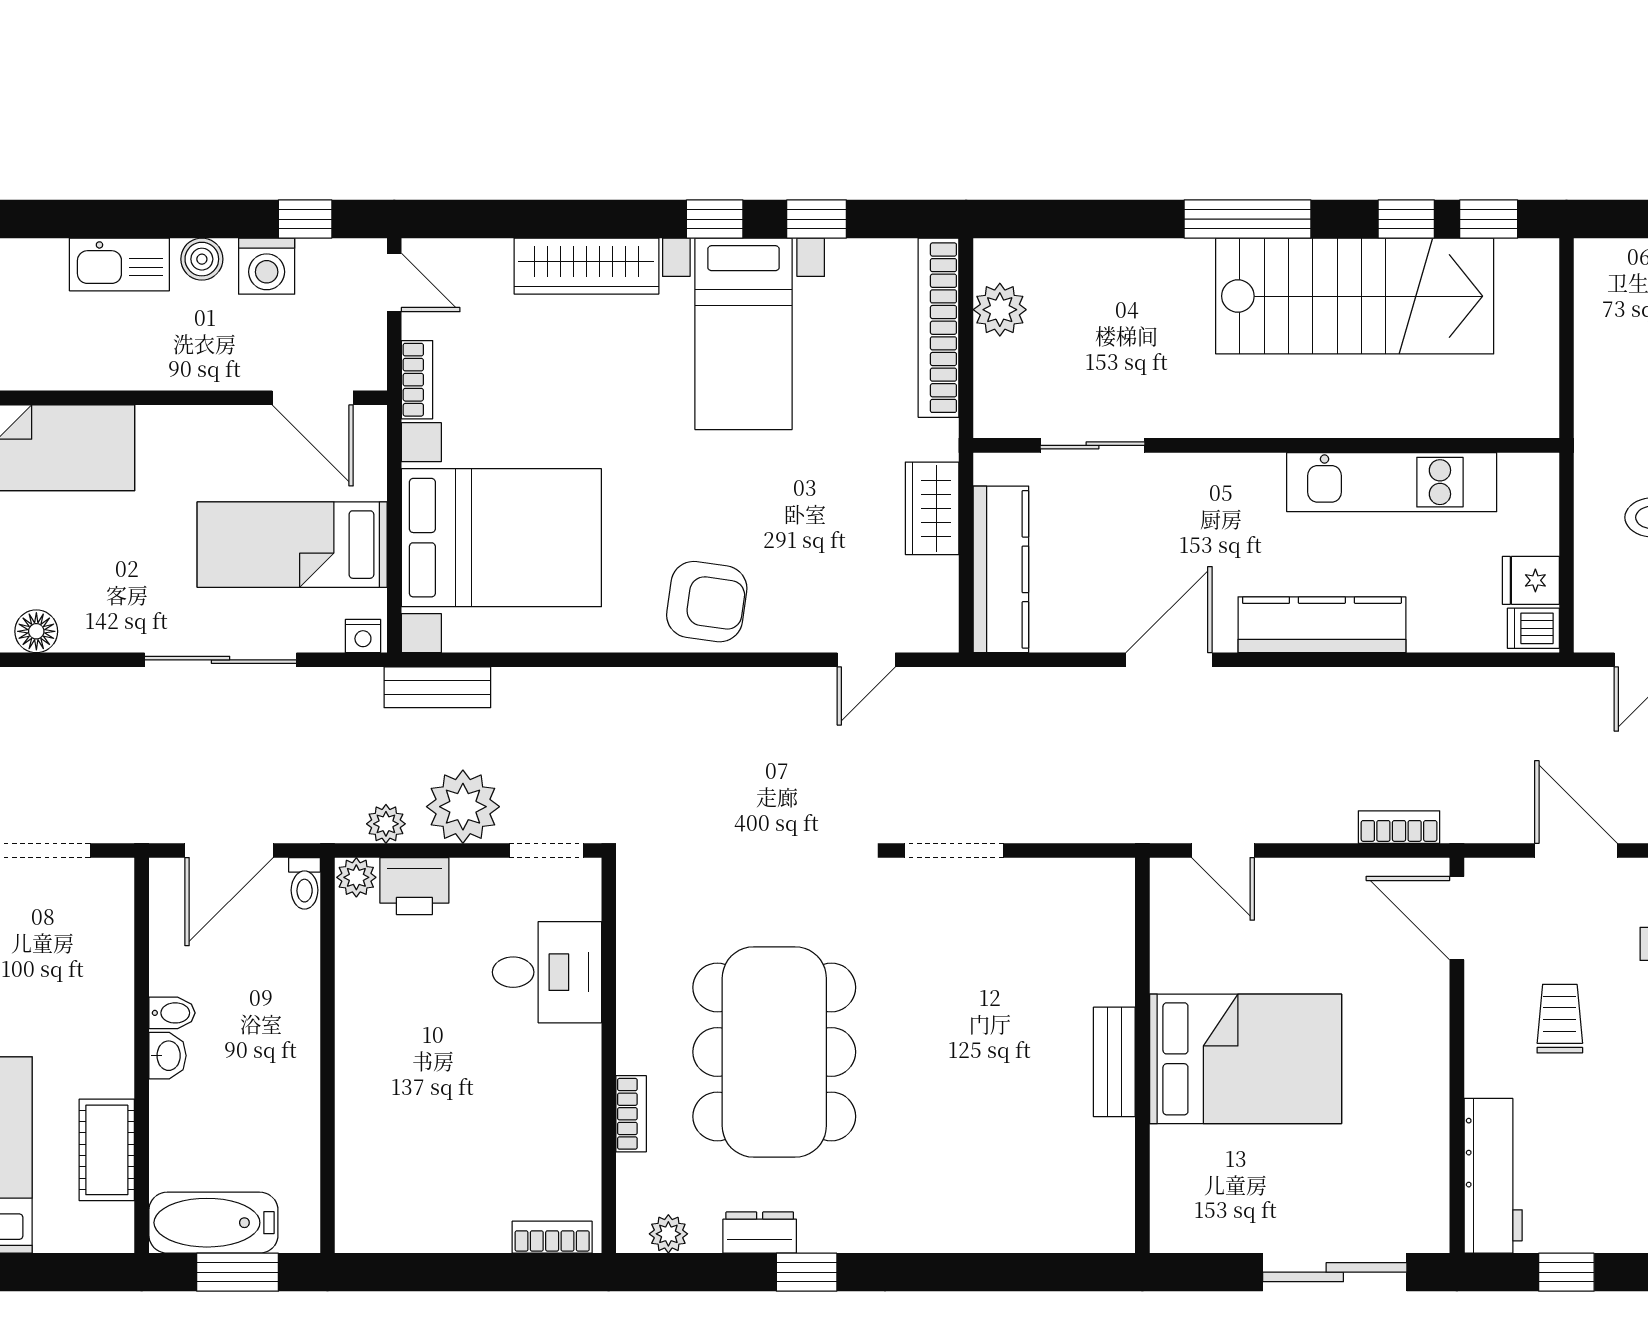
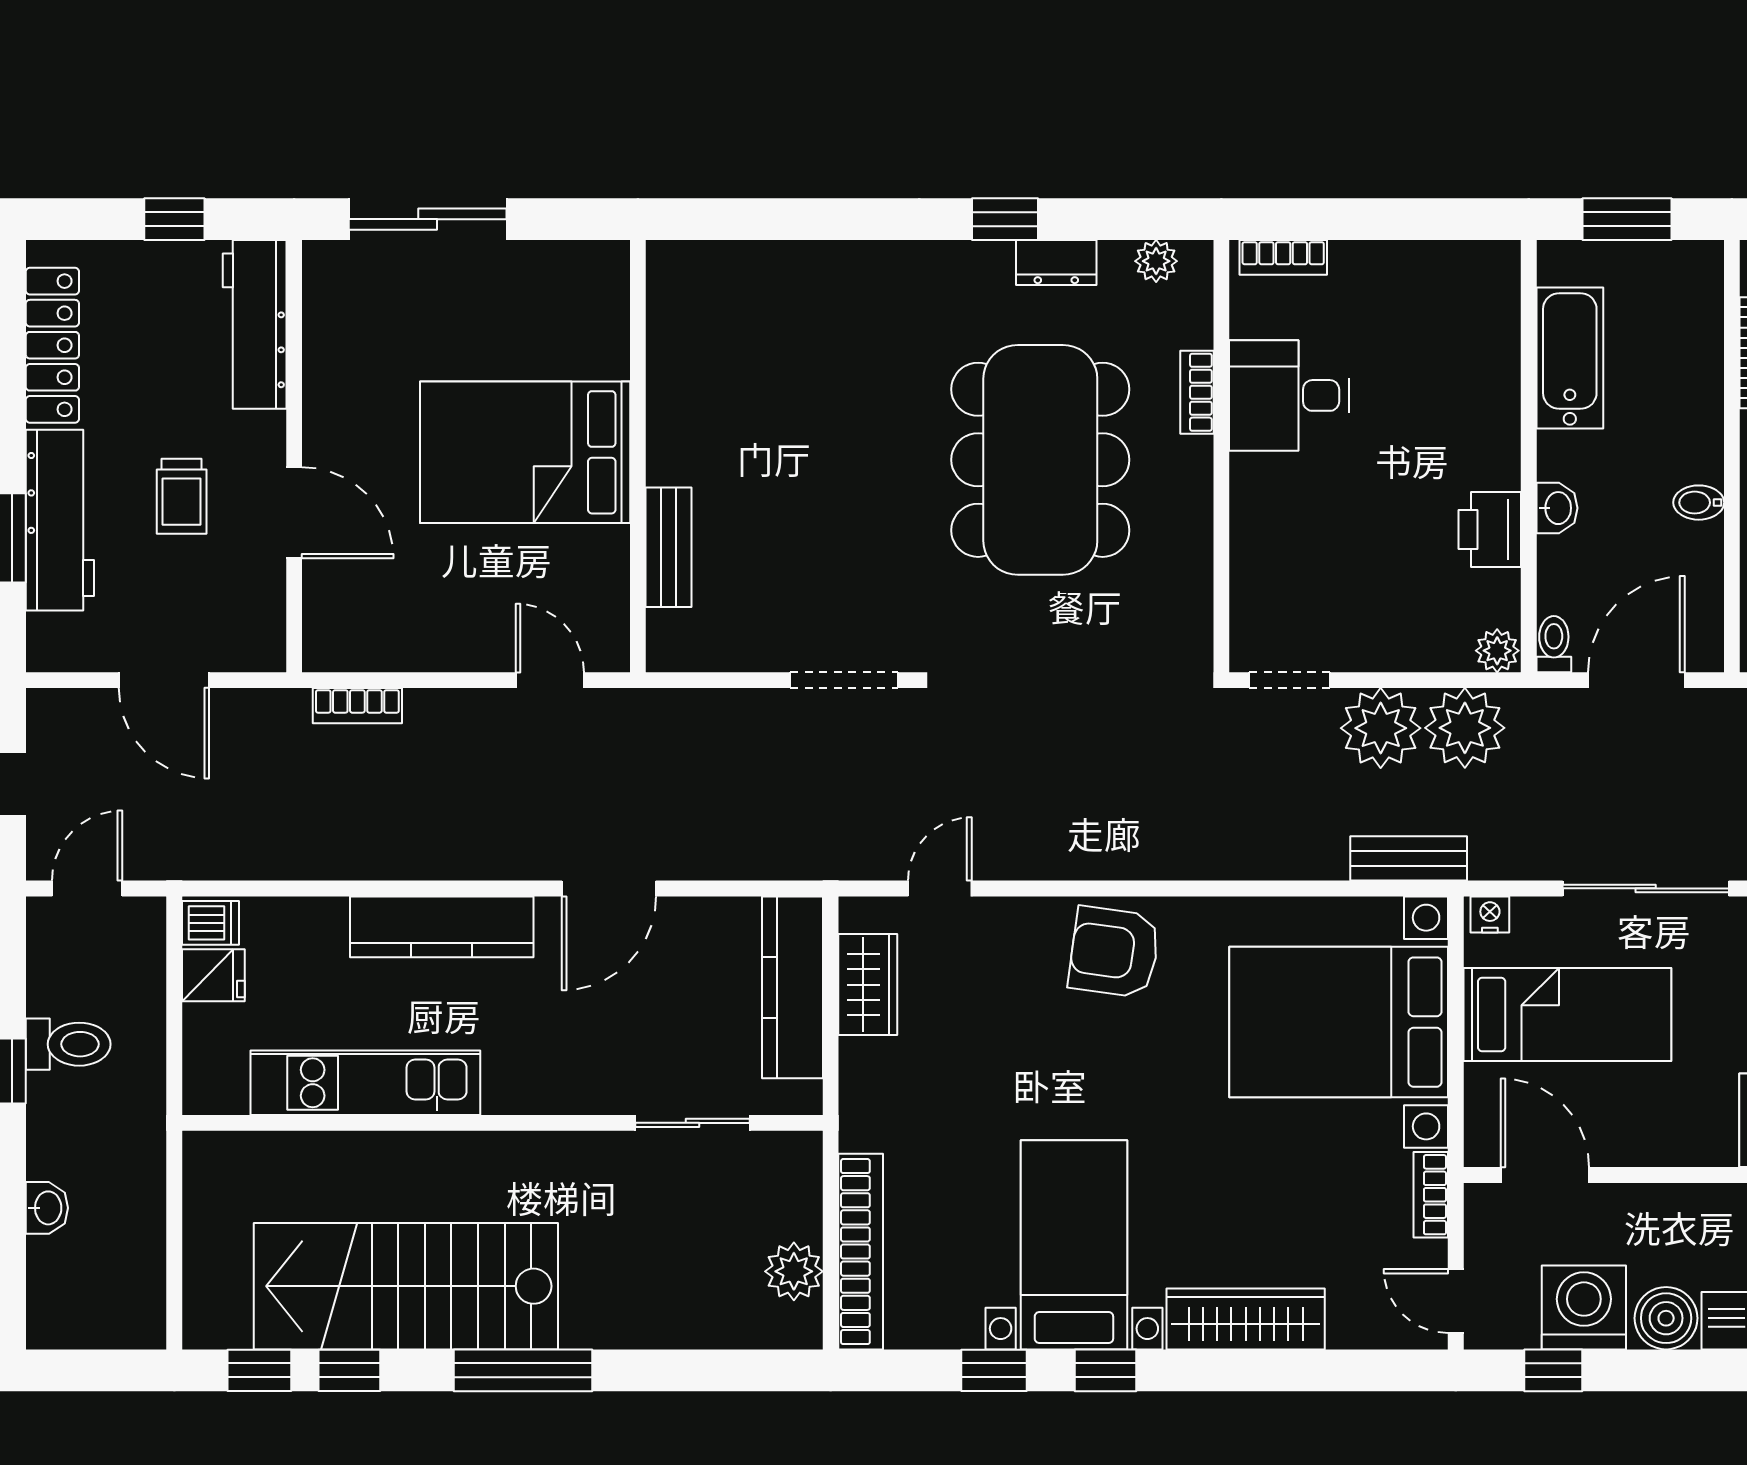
boiler: (202, 259) -> (1666, 1318), width x1.36, depth x1.36
washing machine: (267, 266) -> (1584, 1307), width x1.37, depth x1.37
wardrobe: (932, 508) -> (868, 985), moved
plant: (386, 824) -> (1465, 728), width x1.87, depth x1.87
printer: (414, 886) -> (1490, 530), moved, turned -90
door: (1457, 918) -> (294, 513), moved
desk: (547, 972) -> (1289, 395), moved
washbasin: (167, 1056) -> (1557, 508), moved, turned 180
bench: (1114, 1062) -> (669, 547), moved
bathtub: (213, 1223) -> (1570, 358), moved, turned -90

